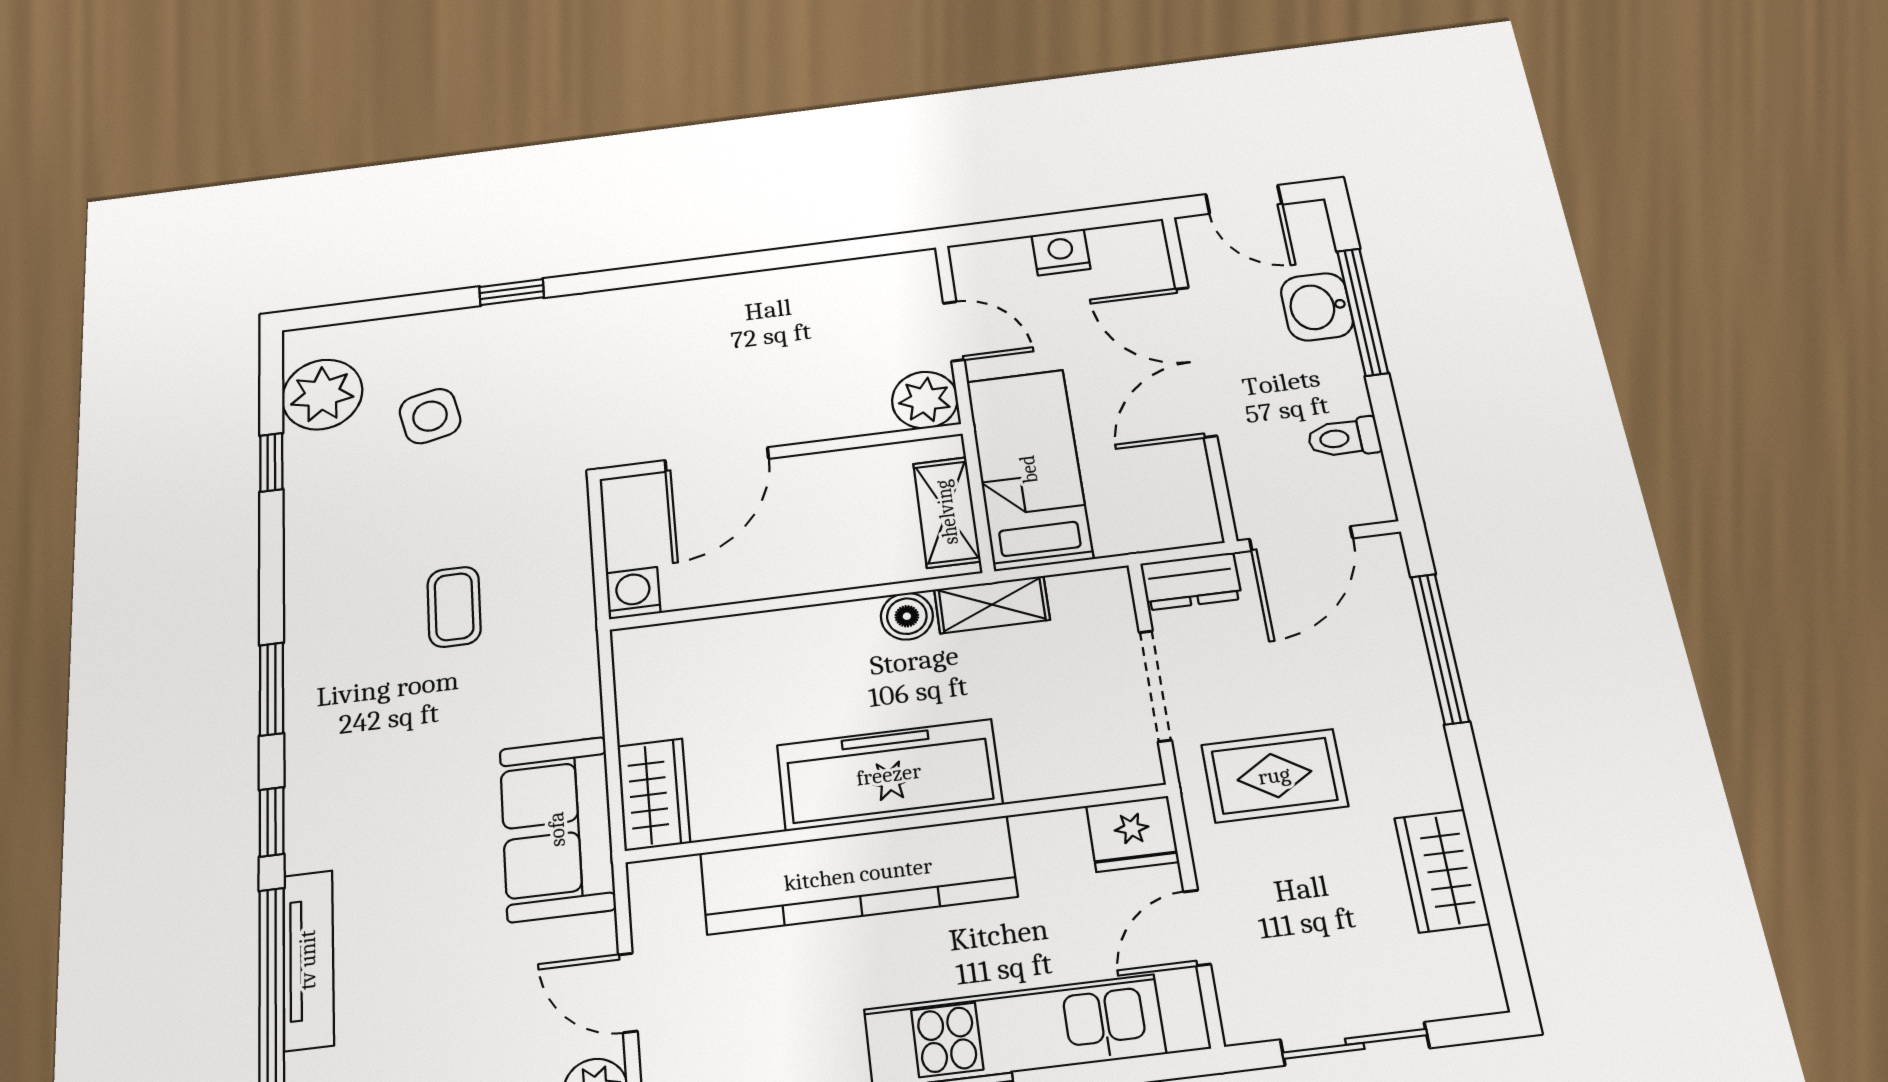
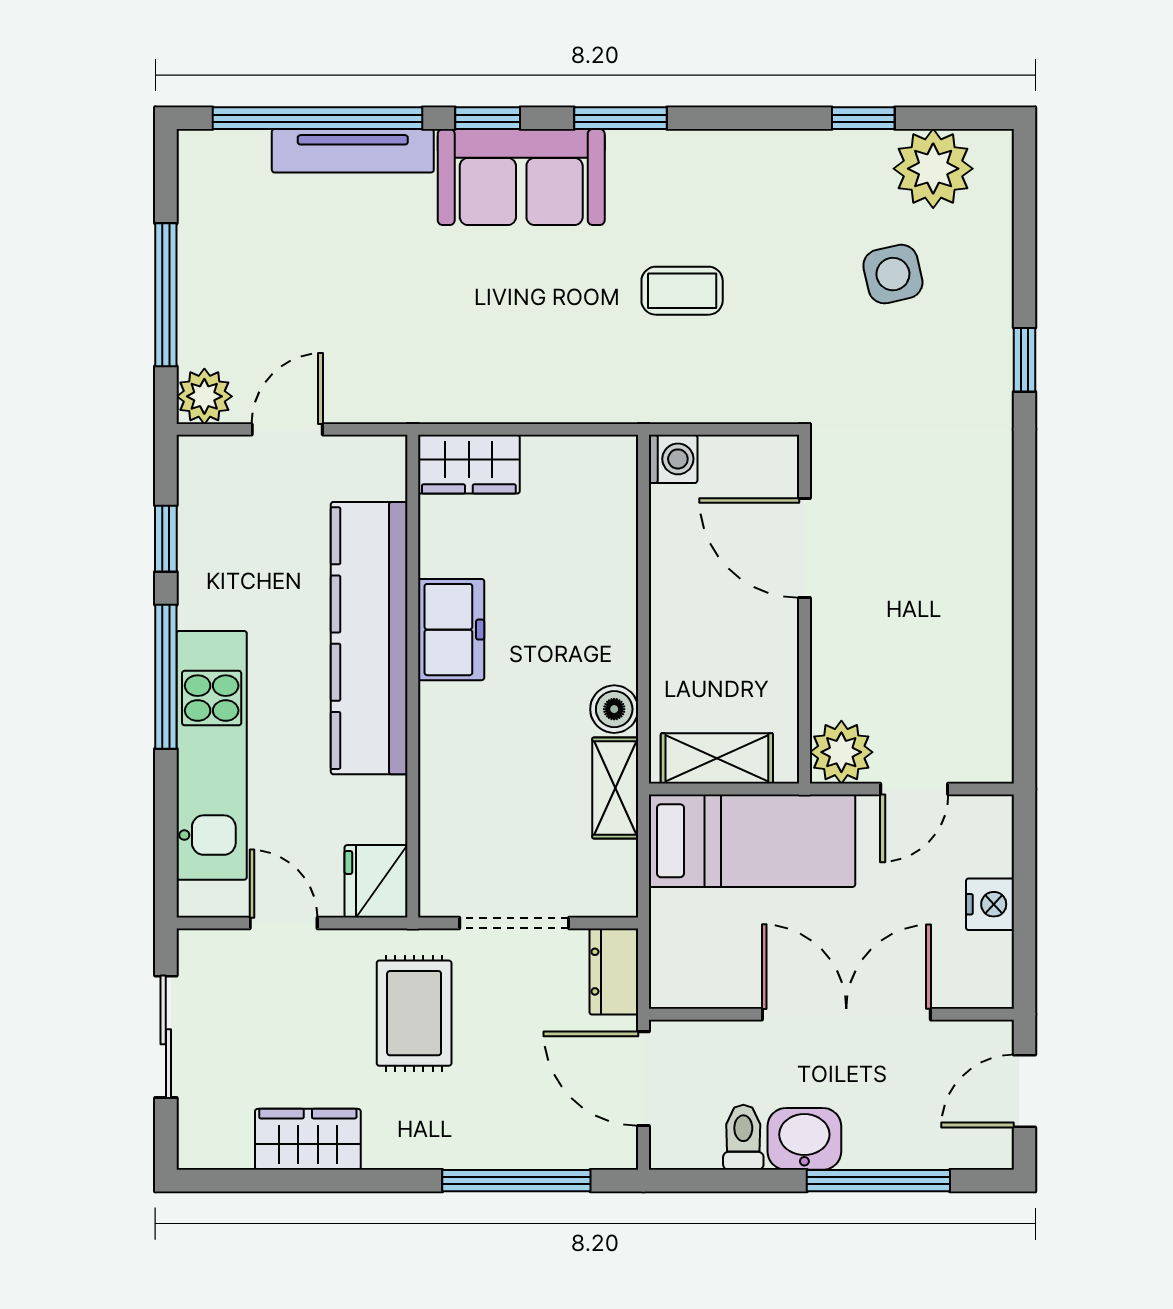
washbasin: (1317, 307) -> (804, 1139), moved
freezer: (889, 775) -> (451, 630), width x0.52, depth x0.79
sofa: (557, 829) -> (521, 177), moved, turned 180

